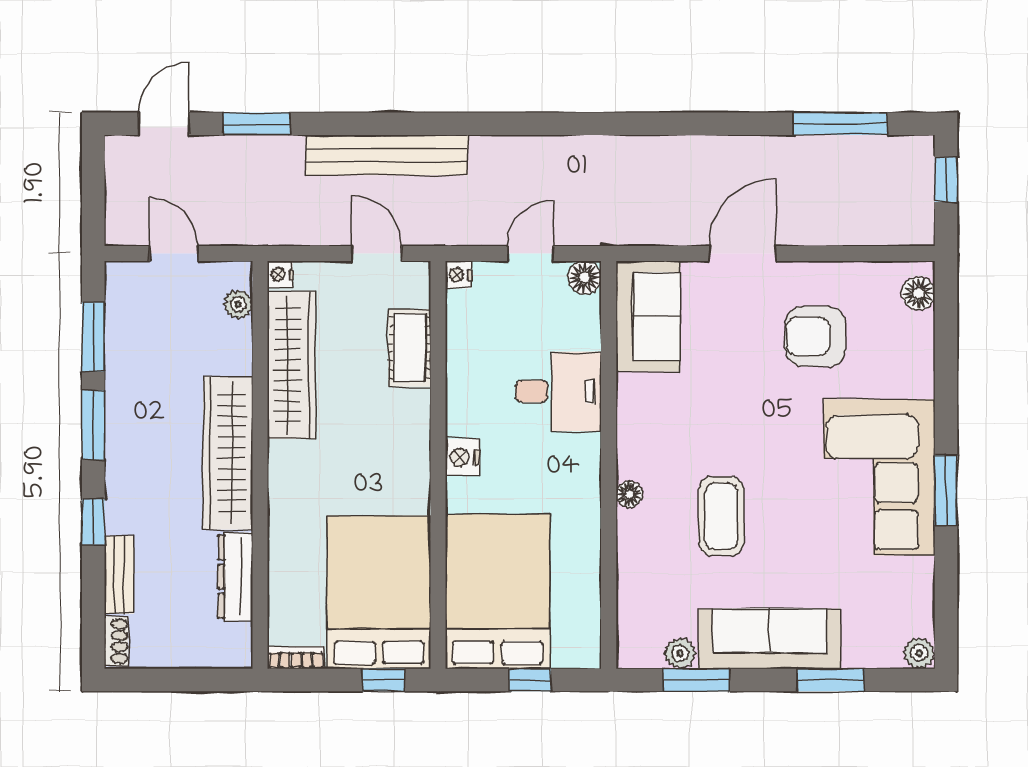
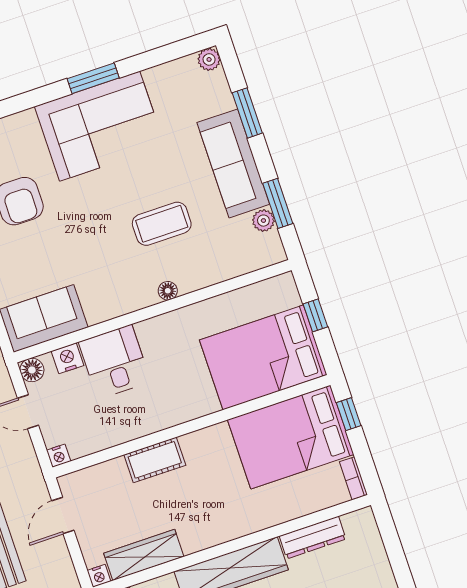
cot: (410, 348) -> (155, 460), moved
wardrobe: (291, 365) -> (144, 555), width x0.71, depth x0.85
nightstand: (462, 457) -> (68, 358), moved, turned 180

